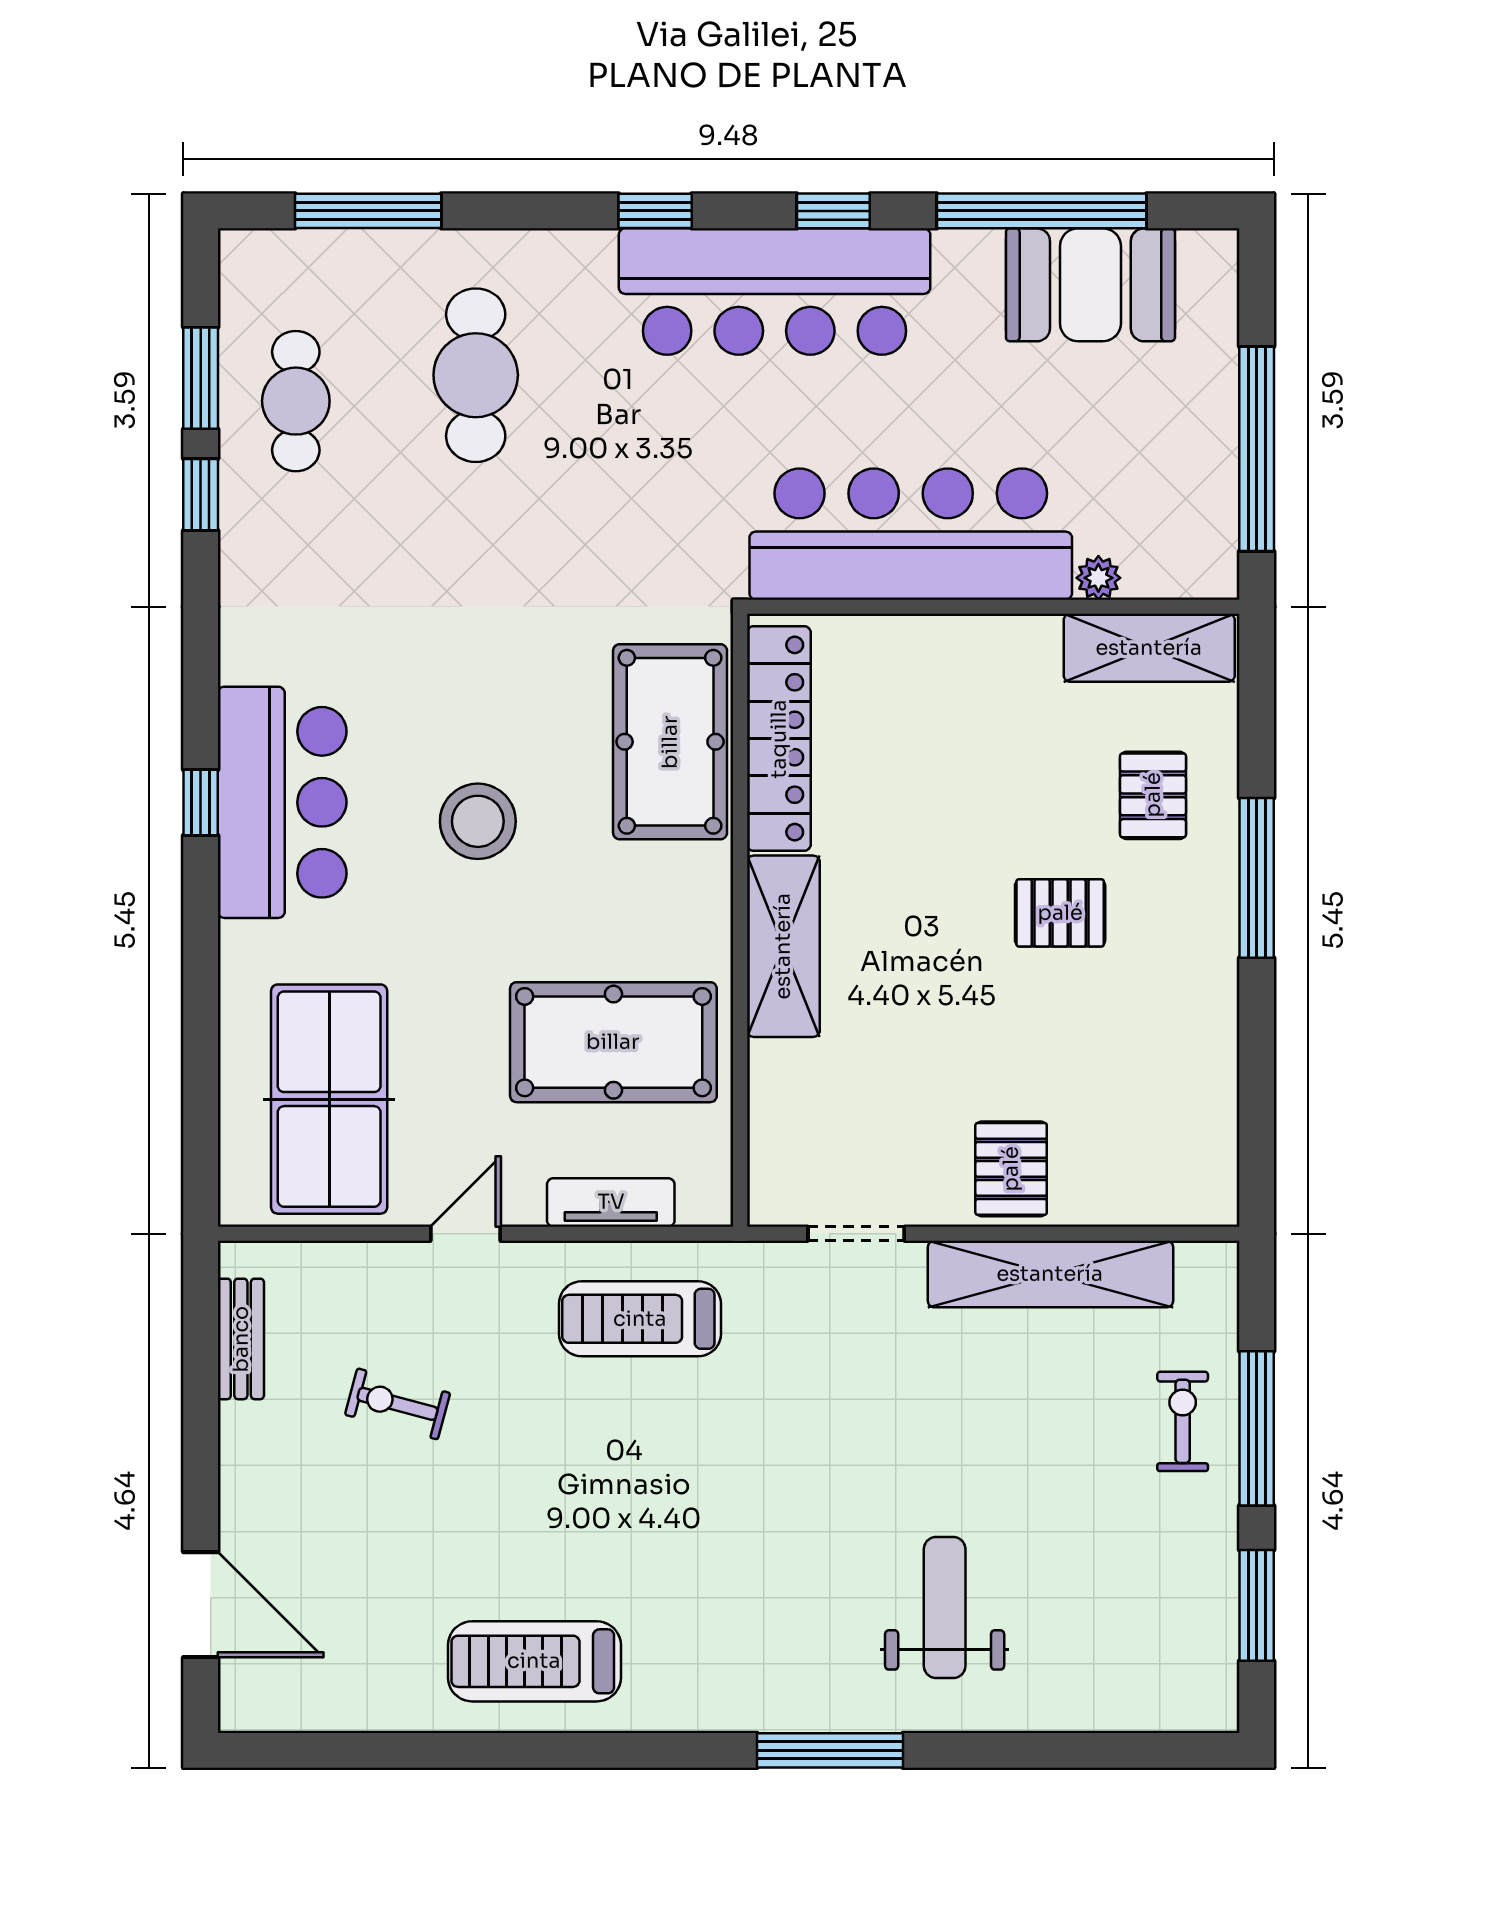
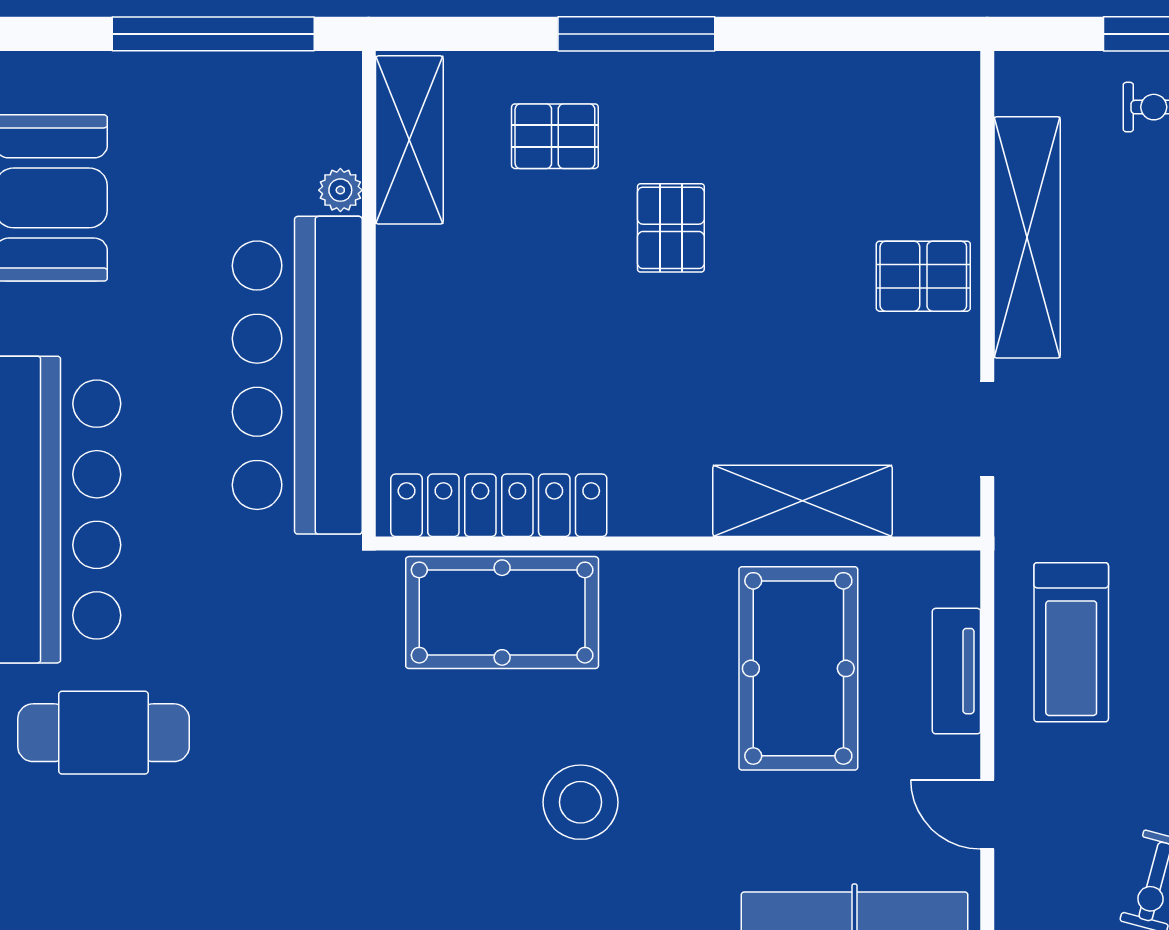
cafe table: (476, 375) -> (104, 733), moved
shelving: (783, 946) -> (802, 501), moved

